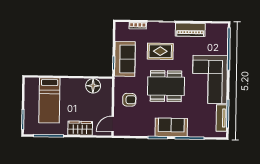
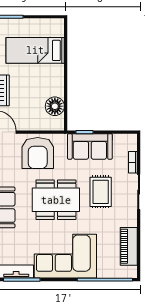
piano: (190, 30) -> (129, 246), moved
dining table: (166, 86) -> (56, 200), turned 90
armchair: (129, 100) -> (38, 153), width x1.88, depth x1.88

